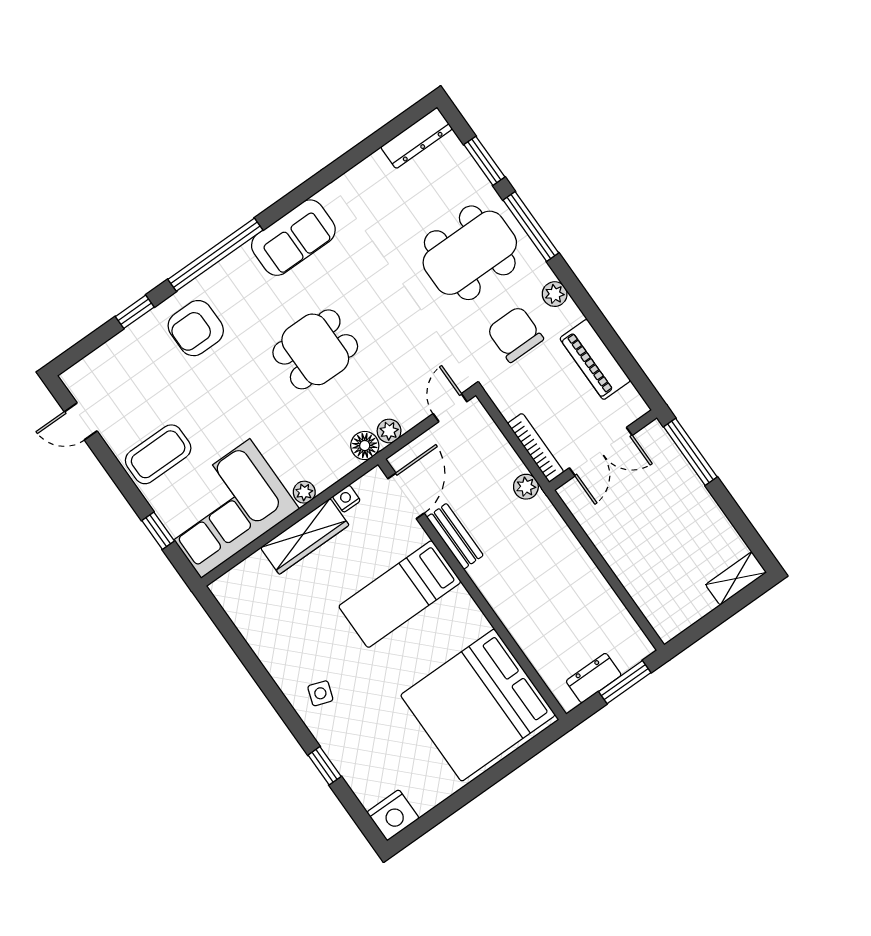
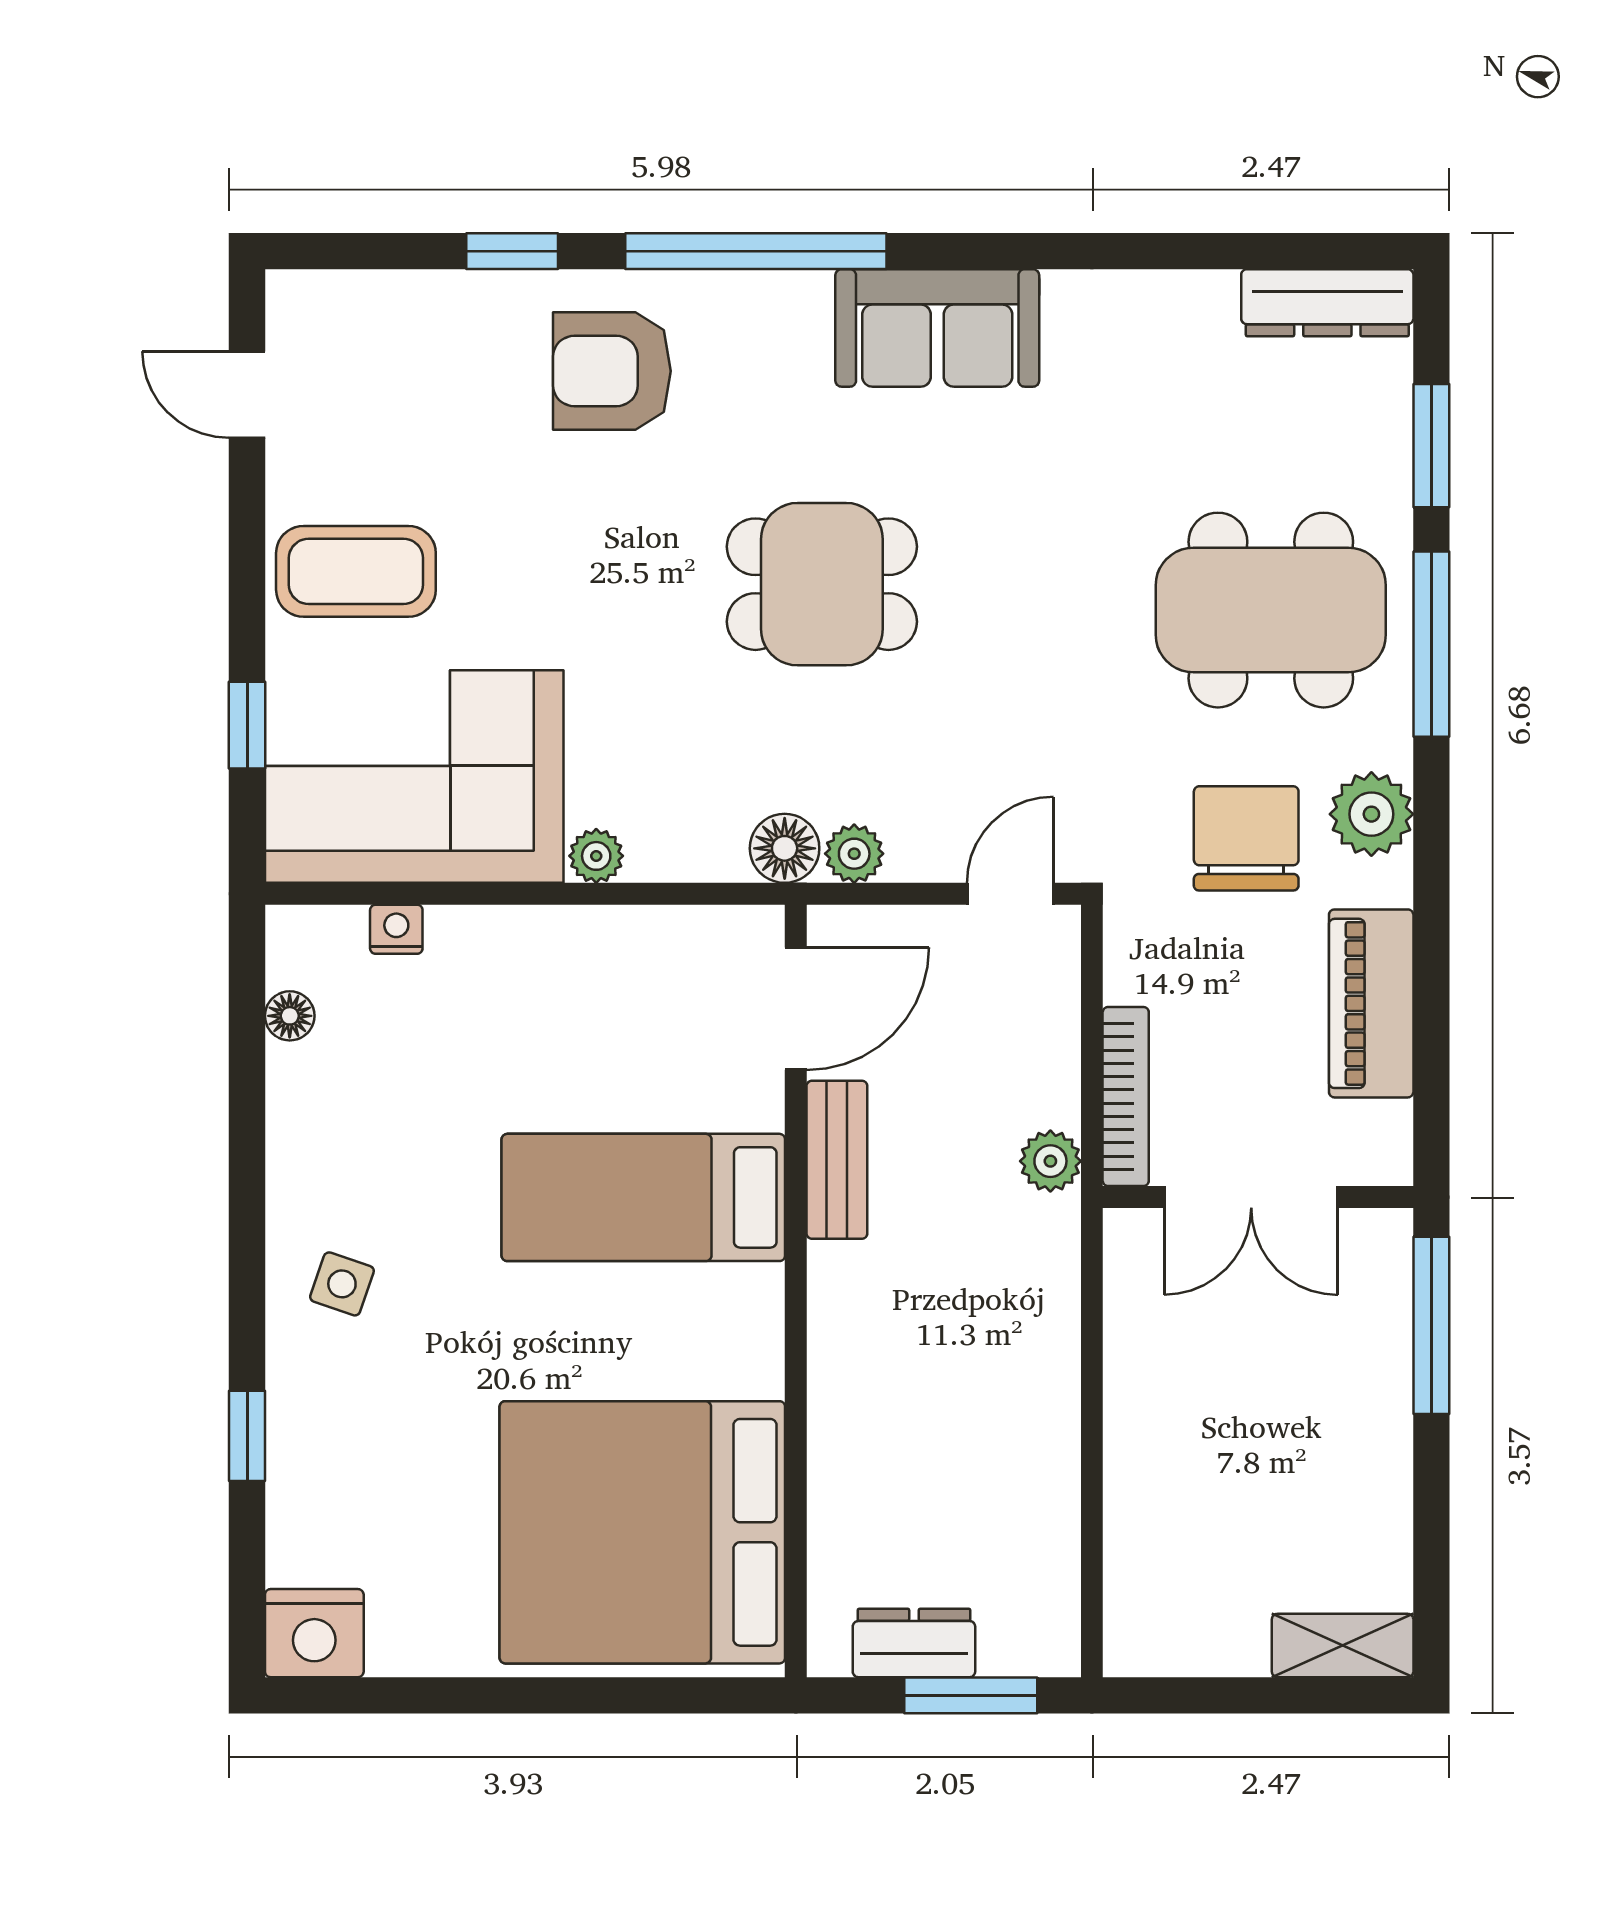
plant: (555, 294) -> (1371, 814), width x1.38, depth x1.38
nightstand: (346, 499) -> (396, 929), moved
wardrobe: (305, 536) -> (534, 946), removed
floor lamp: (240, 617) -> (290, 1016), added

